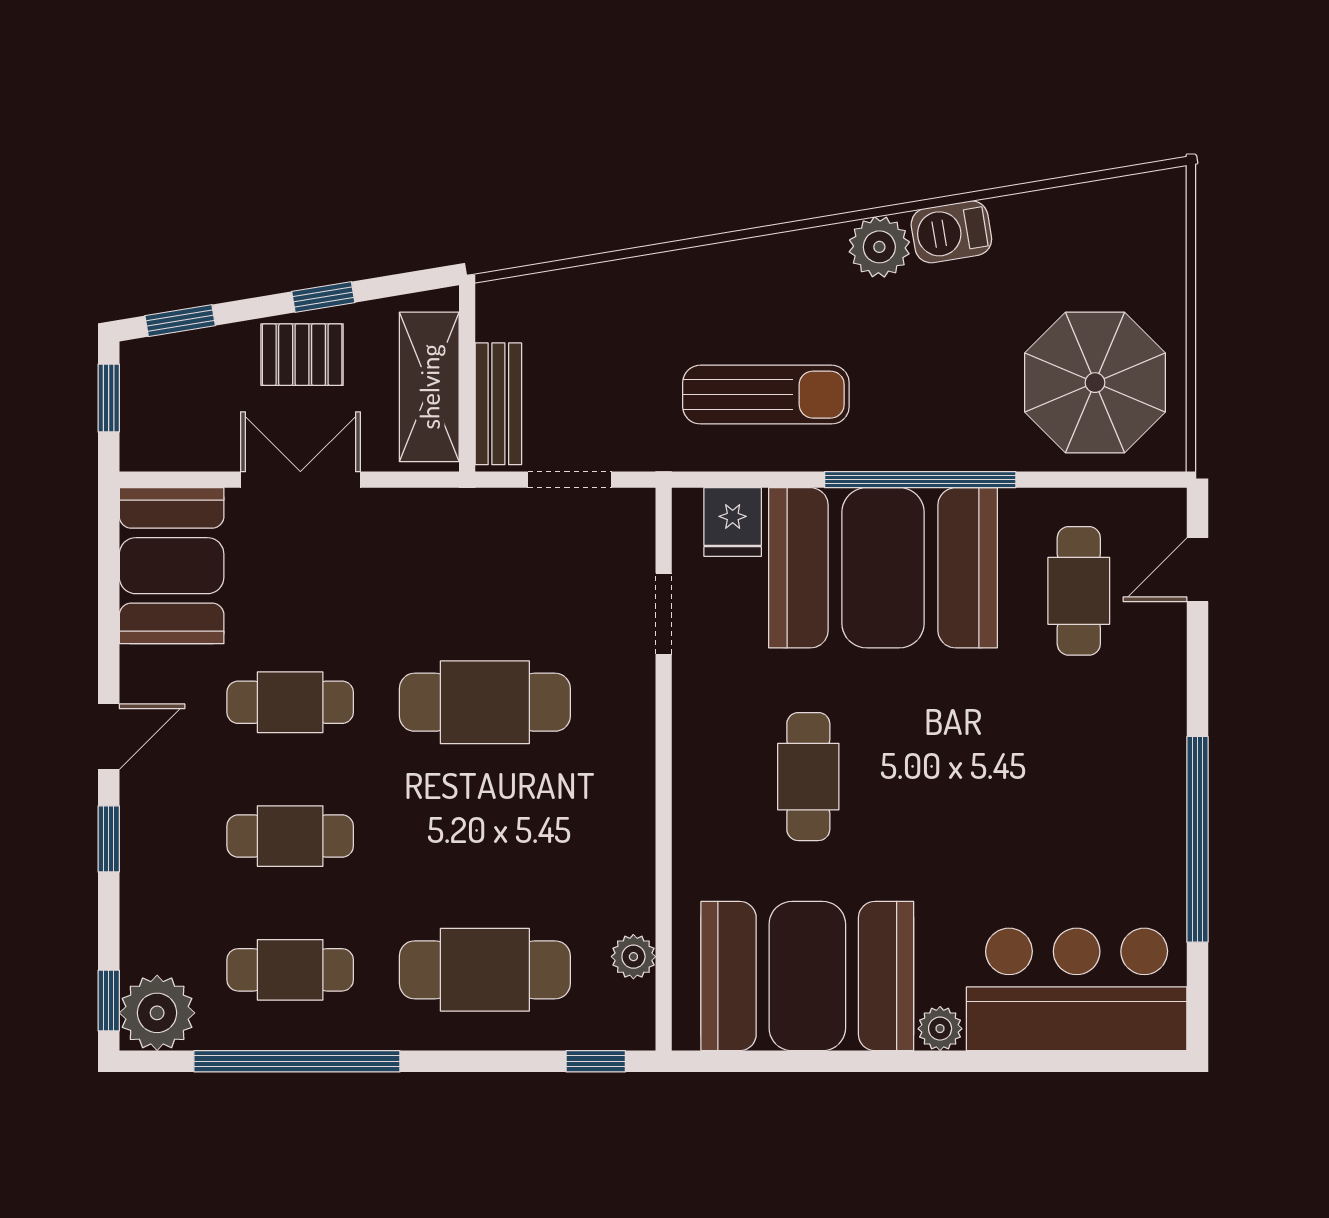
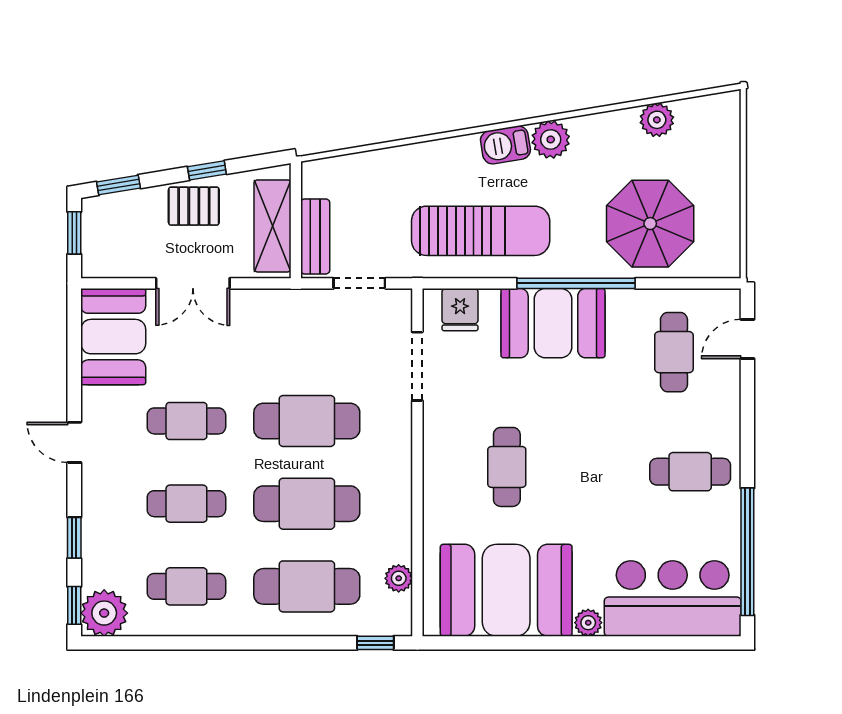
plant: (1051, 215) -> (657, 120), added
barbecue: (951, 232) -> (505, 145), moved
parasol: (1095, 383) -> (650, 224), moved
sun lounger: (766, 395) -> (481, 231), width x1.36, depth x1.34
double door: (300, 480) -> (193, 283), swing flipped
booth: (883, 568) -> (553, 323), width x0.73, depth x0.70
doorway: (664, 614) -> (417, 366), width x1.38
door: (109, 737) -> (74, 442), swing flipped
cafe table: (1105, 784) -> (690, 472), added
cafe table: (485, 836) -> (307, 504), added
window: (109, 839) -> (74, 538), moved
window: (1197, 839) -> (747, 552), moved
window: (297, 1061) -> (191, 643), removed

